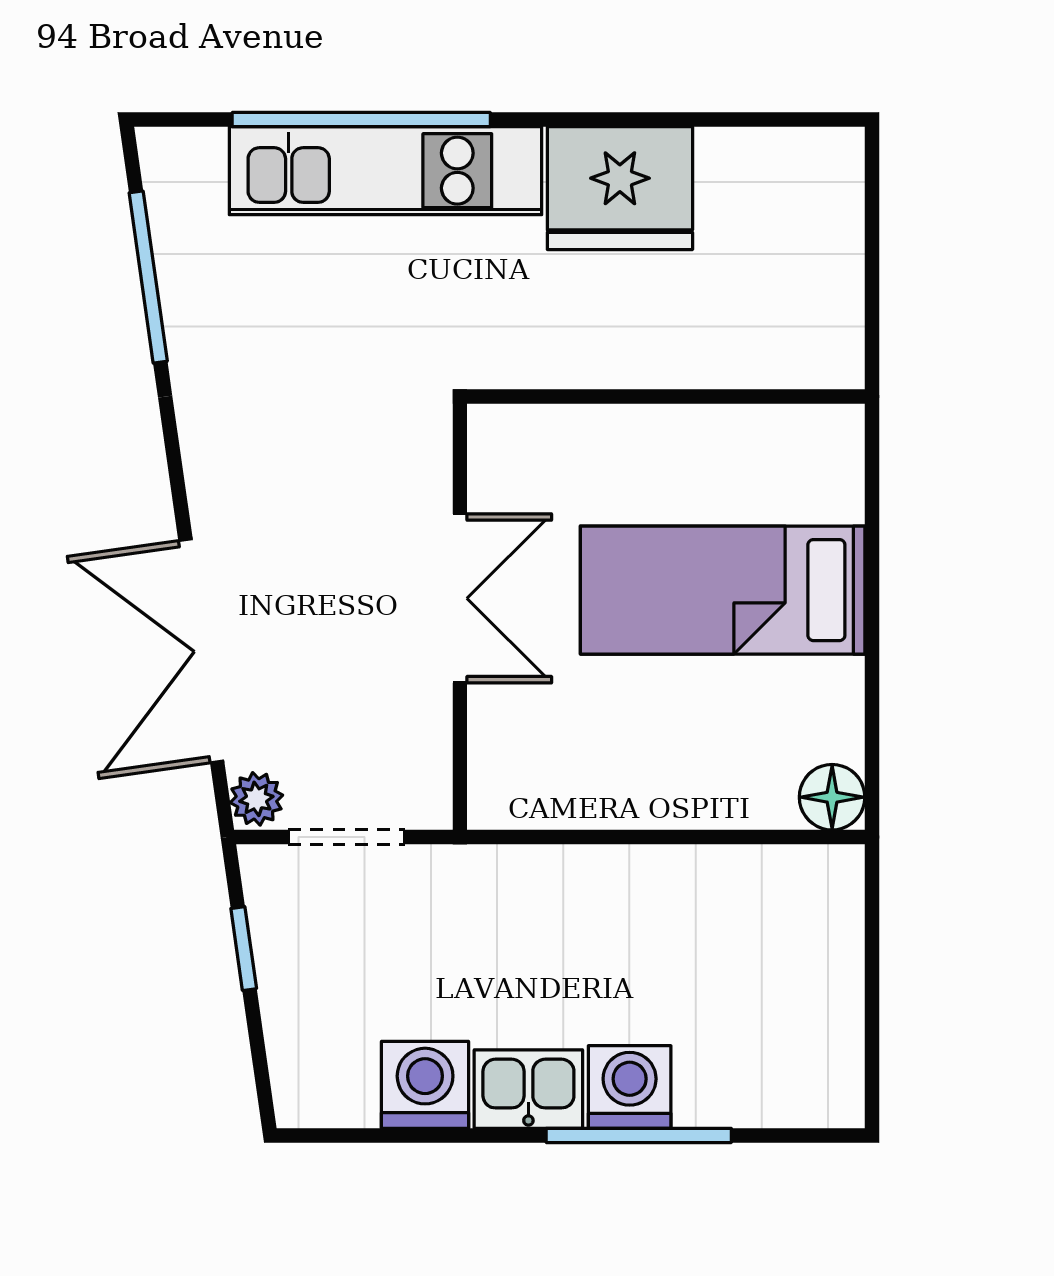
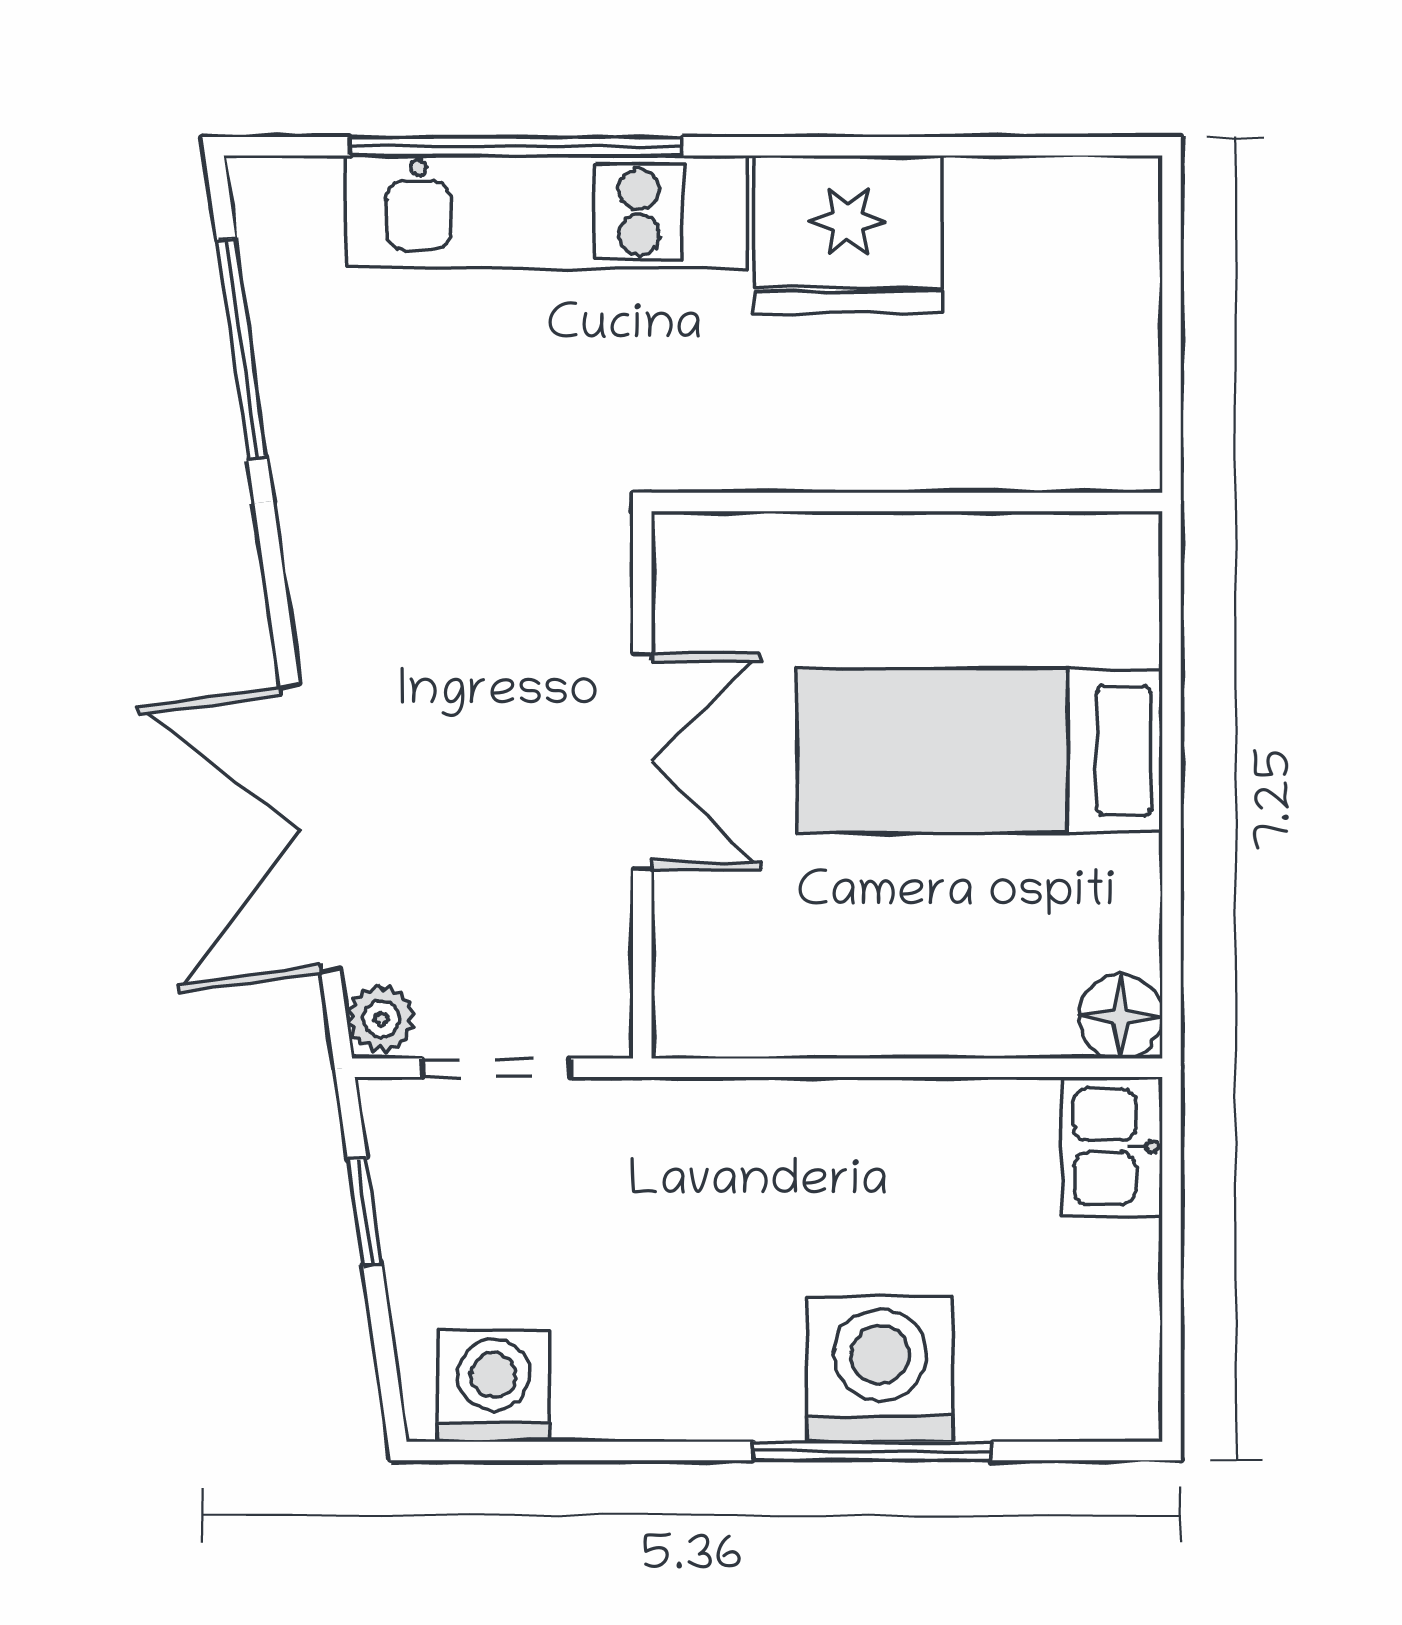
washing machine: (425, 1085) -> (493, 1386), moved
washing machine: (630, 1087) -> (880, 1369), width x1.37, depth x1.37
kitchen sink: (528, 1089) -> (1112, 1147), moved, turned -90

